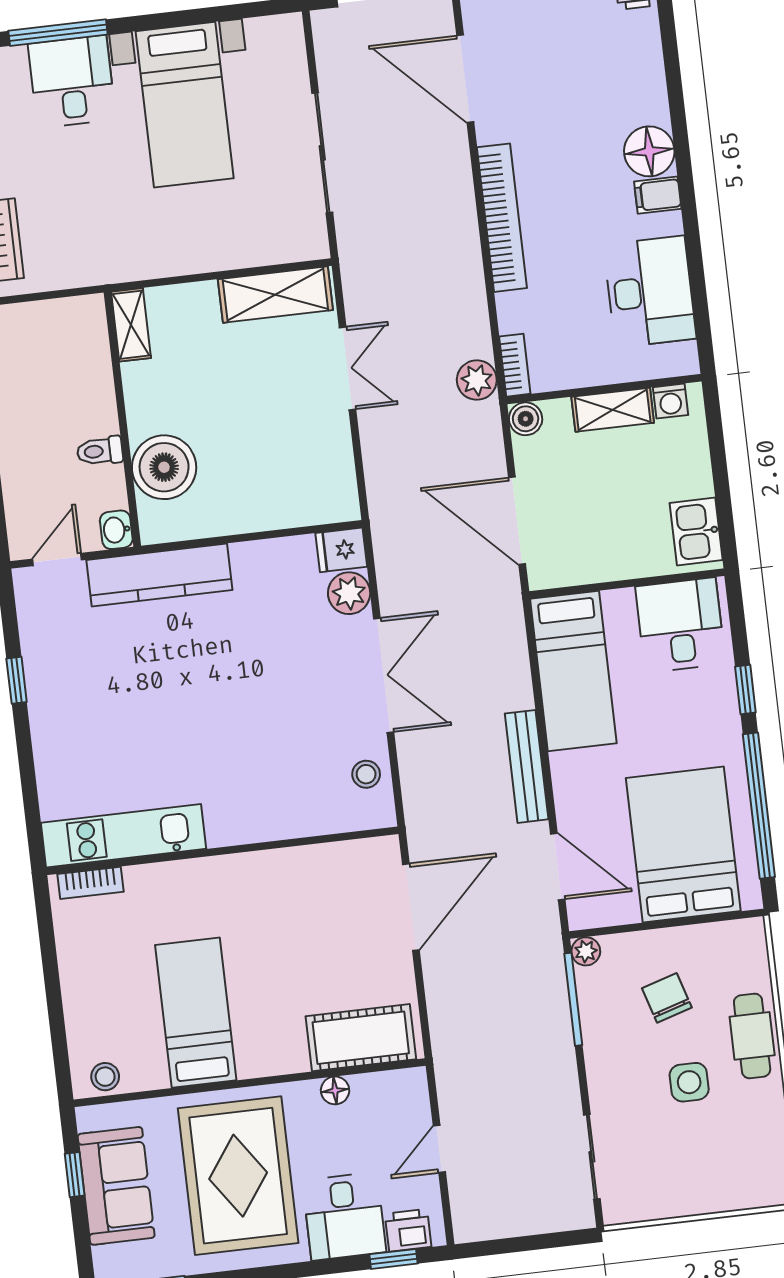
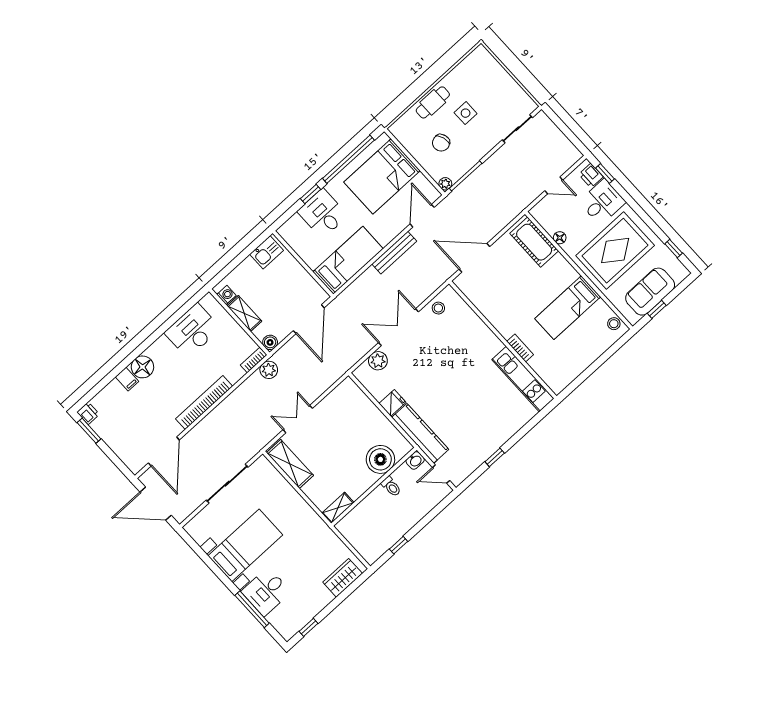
filing cabinet: (658, 195) -> (127, 379), moved
fridge: (341, 550) -> (392, 403), moved, turned -90
desk: (680, 625) -> (323, 213), moved, turned 90
bookcase: (90, 883) -> (520, 348), moved

